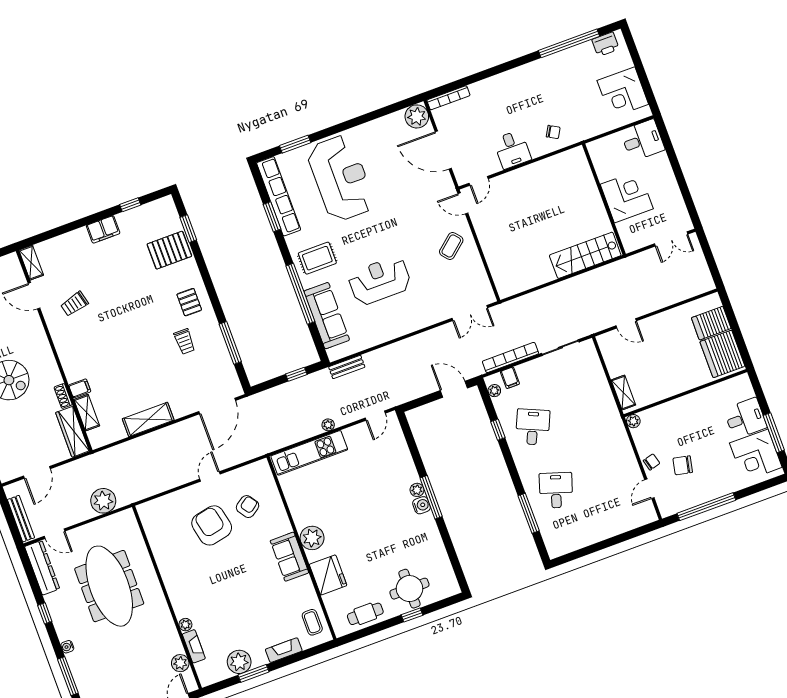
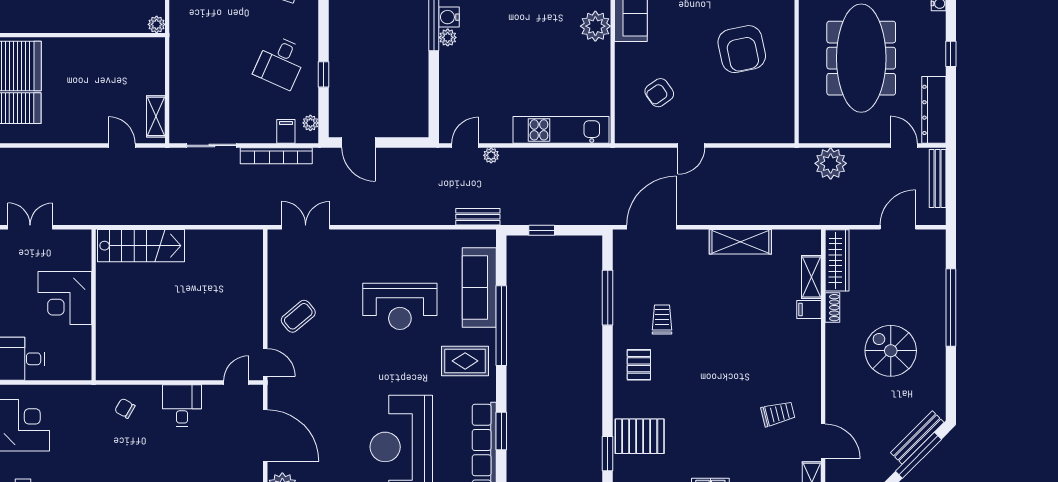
shelving: (623, 392) -> (156, 116), moved
plant: (328, 425) -> (491, 155), moved
armchair: (212, 525) -> (742, 49), moved

